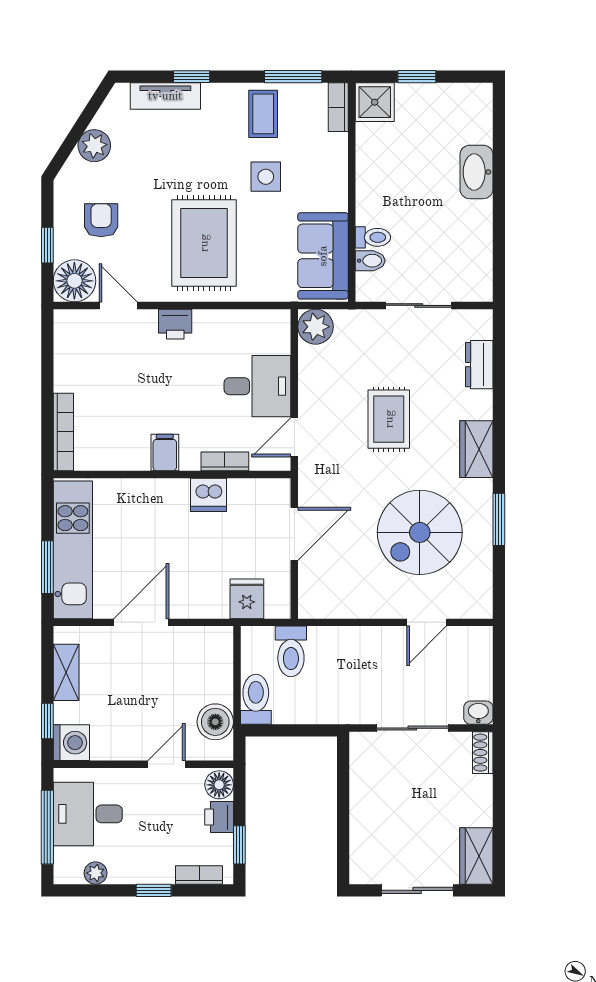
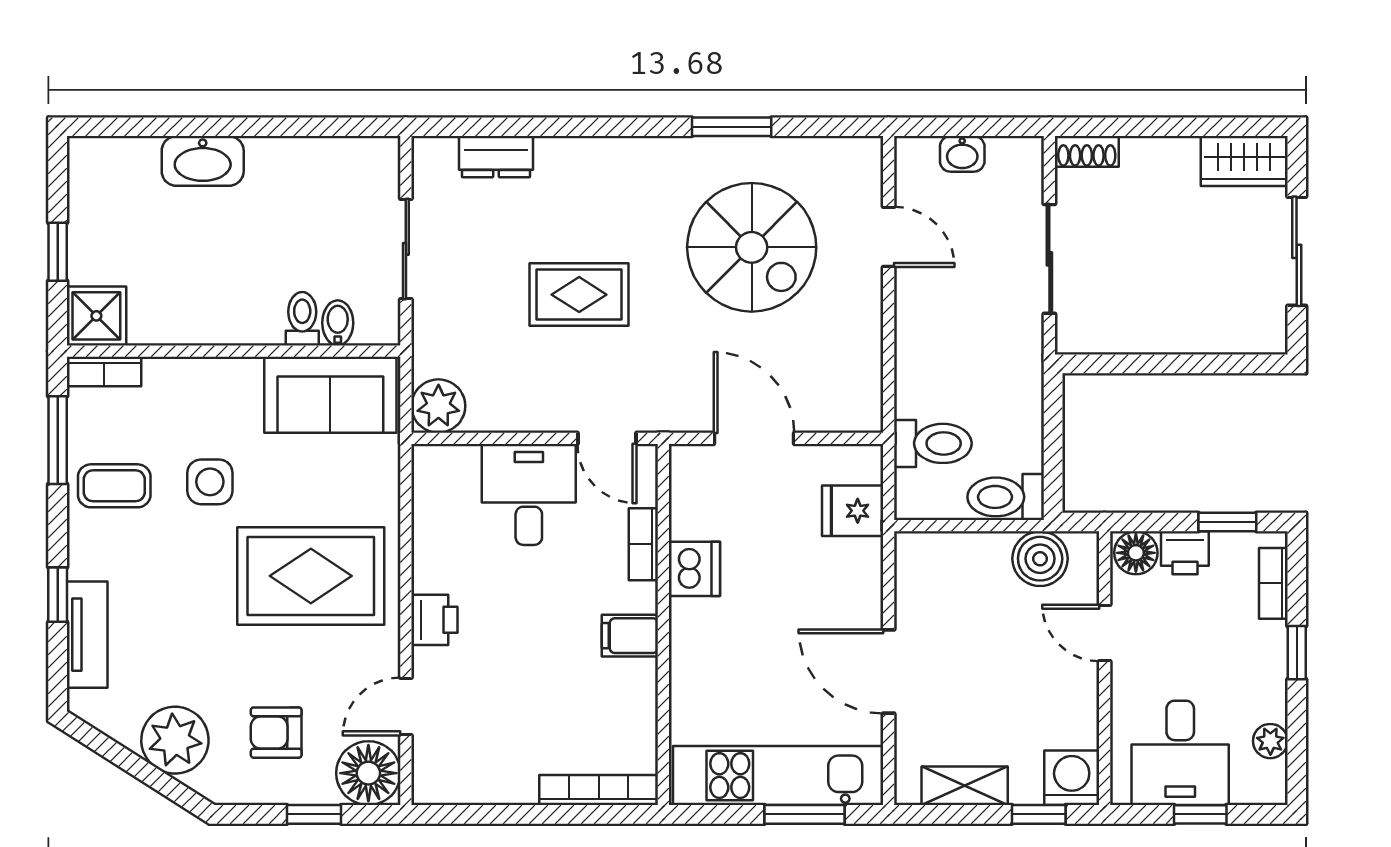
plant: (94, 146) -> (175, 740), width x1.36, depth x1.36
wardrobe: (476, 449) -> (625, 161), removed
washbasin: (478, 713) -> (962, 154), moved, turned -90
window: (47, 827) -> (1200, 814), width x0.46

